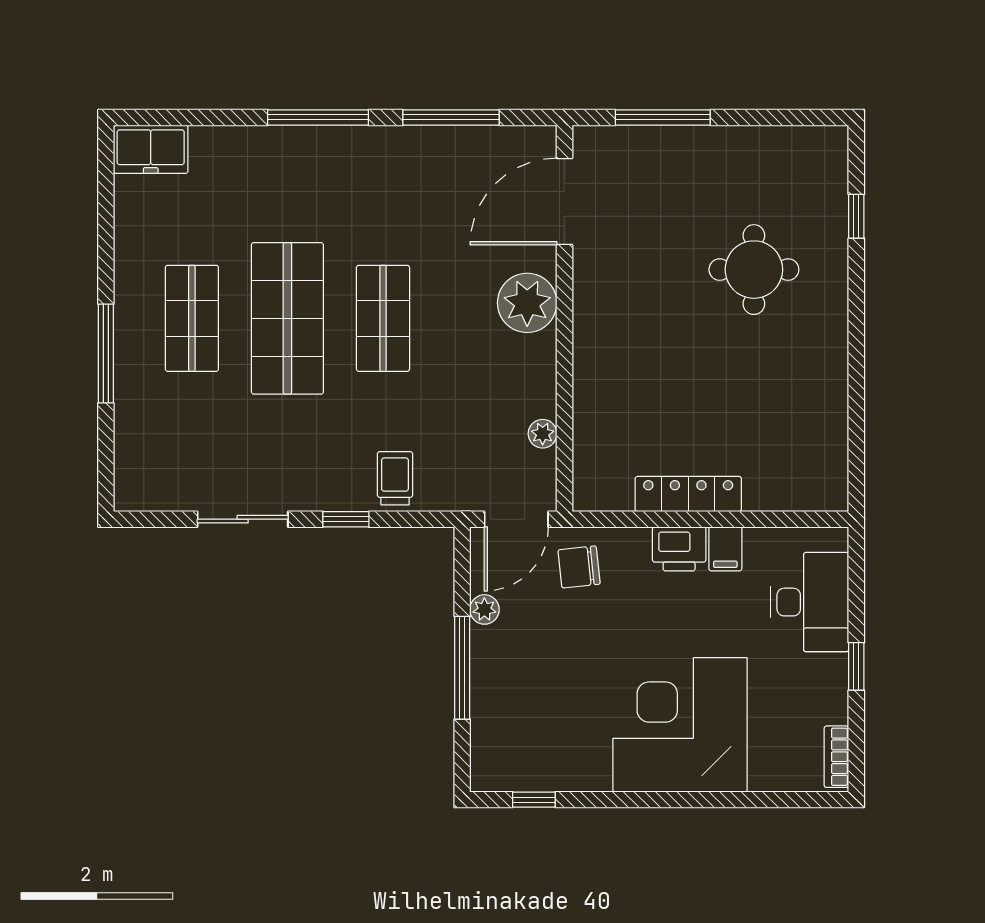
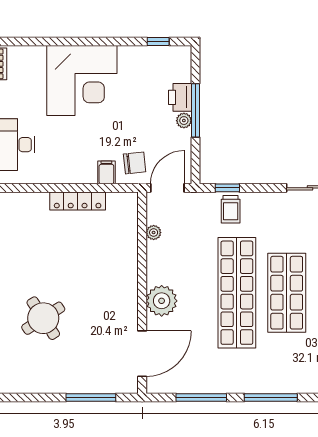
round table: (754, 270) -> (43, 318), turned -33
shop shelf: (383, 318) -> (237, 293), width x2.00, depth x1.36
window: (346, 519) -> (227, 188), moved
printer: (679, 549) -> (180, 97), moved, turned -90
filing cabinet: (725, 549) -> (106, 172), moved
plant: (484, 609) -> (184, 121), moved

